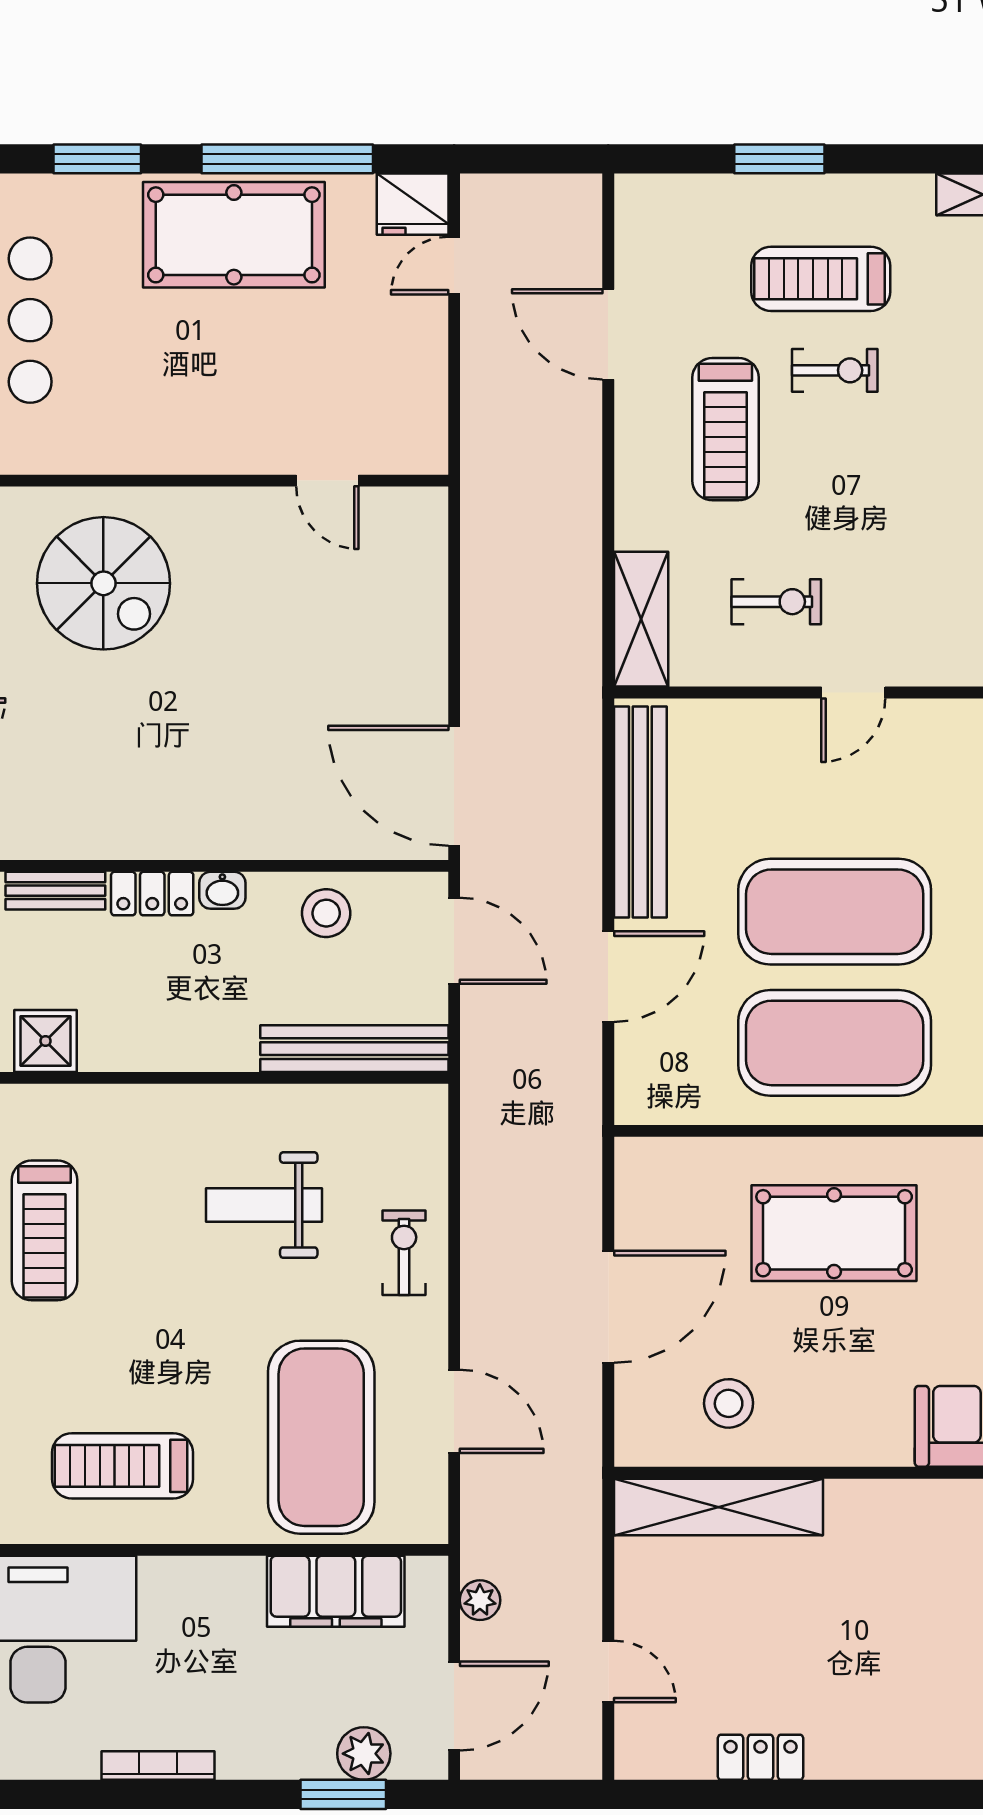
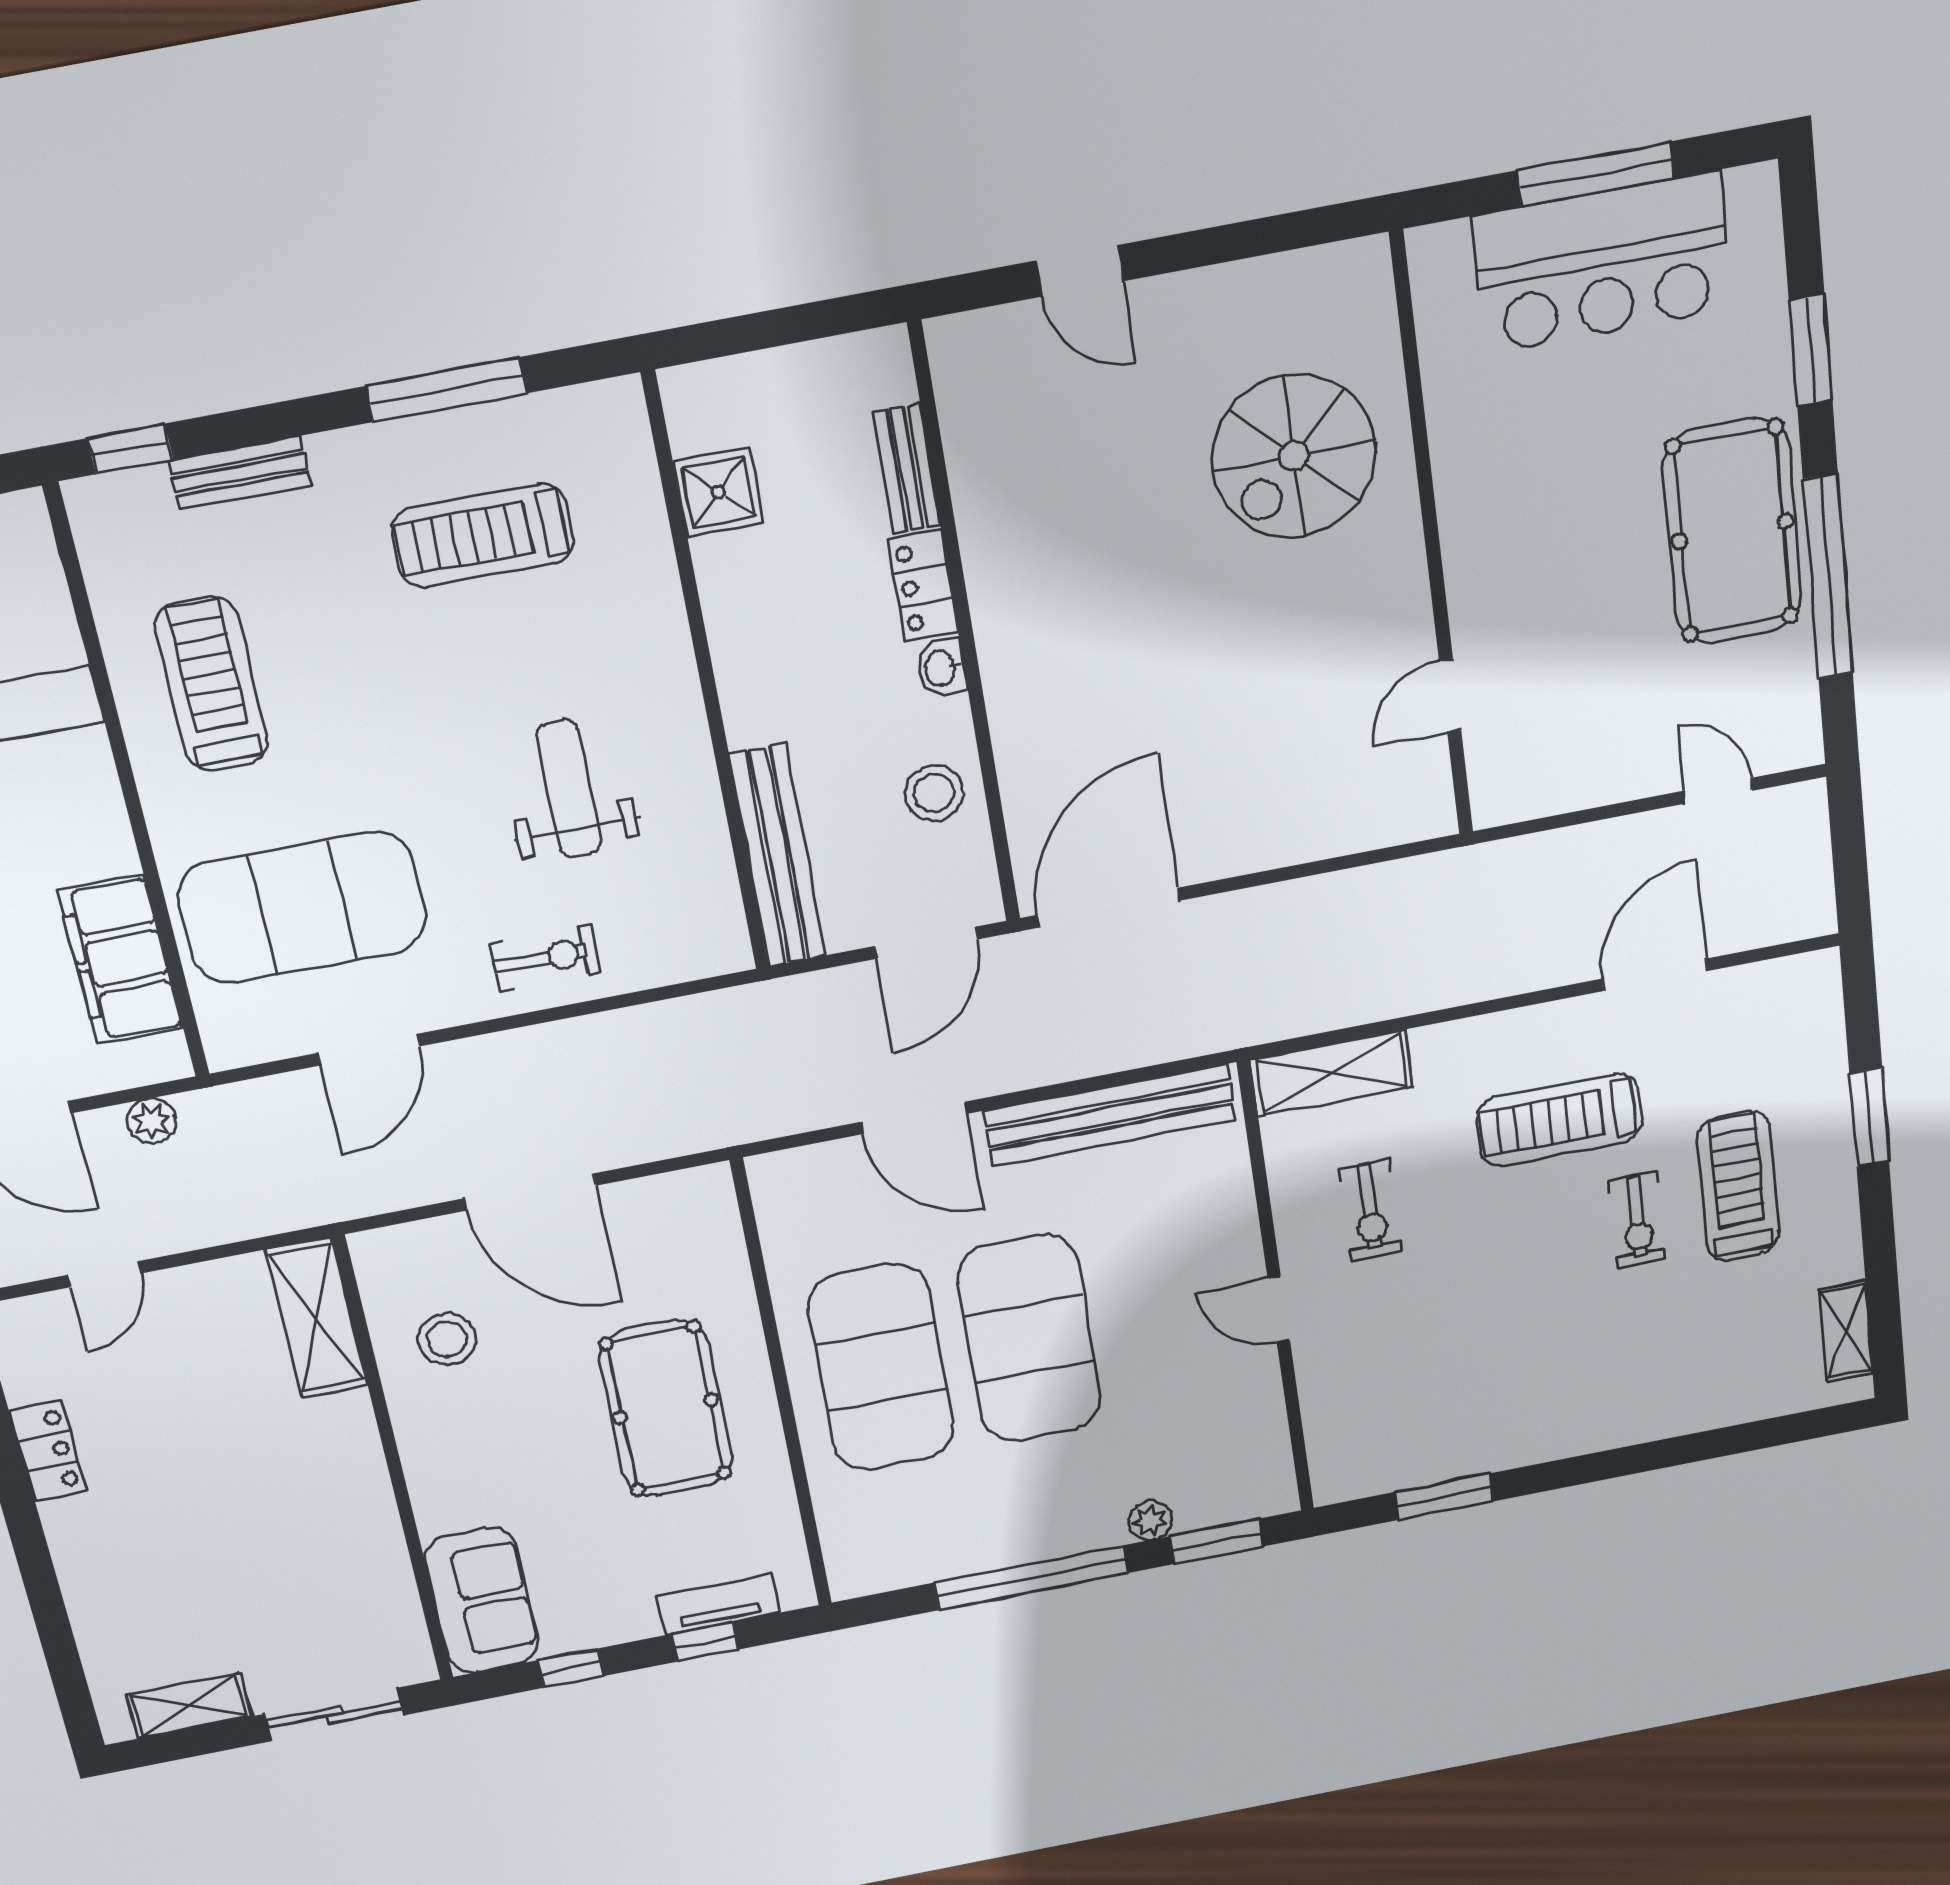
fridge: (413, 204) -> (1786, 730), removed
shelving: (718, 1507) -> (317, 1318), width x0.68

